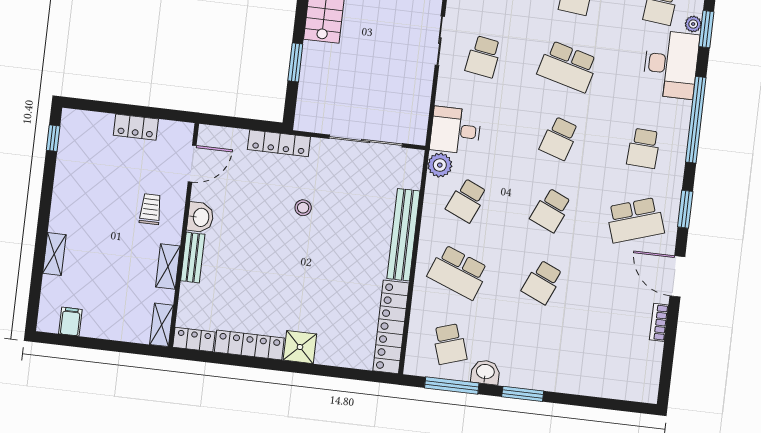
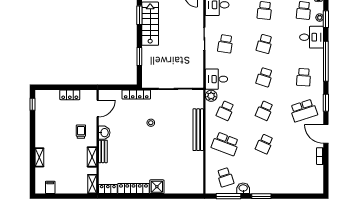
desk: (671, 64) -> (312, 37), width x0.73
school desk: (568, 67) -> (264, 44), width x0.54
locker: (391, 327) -> (197, 173), removed

